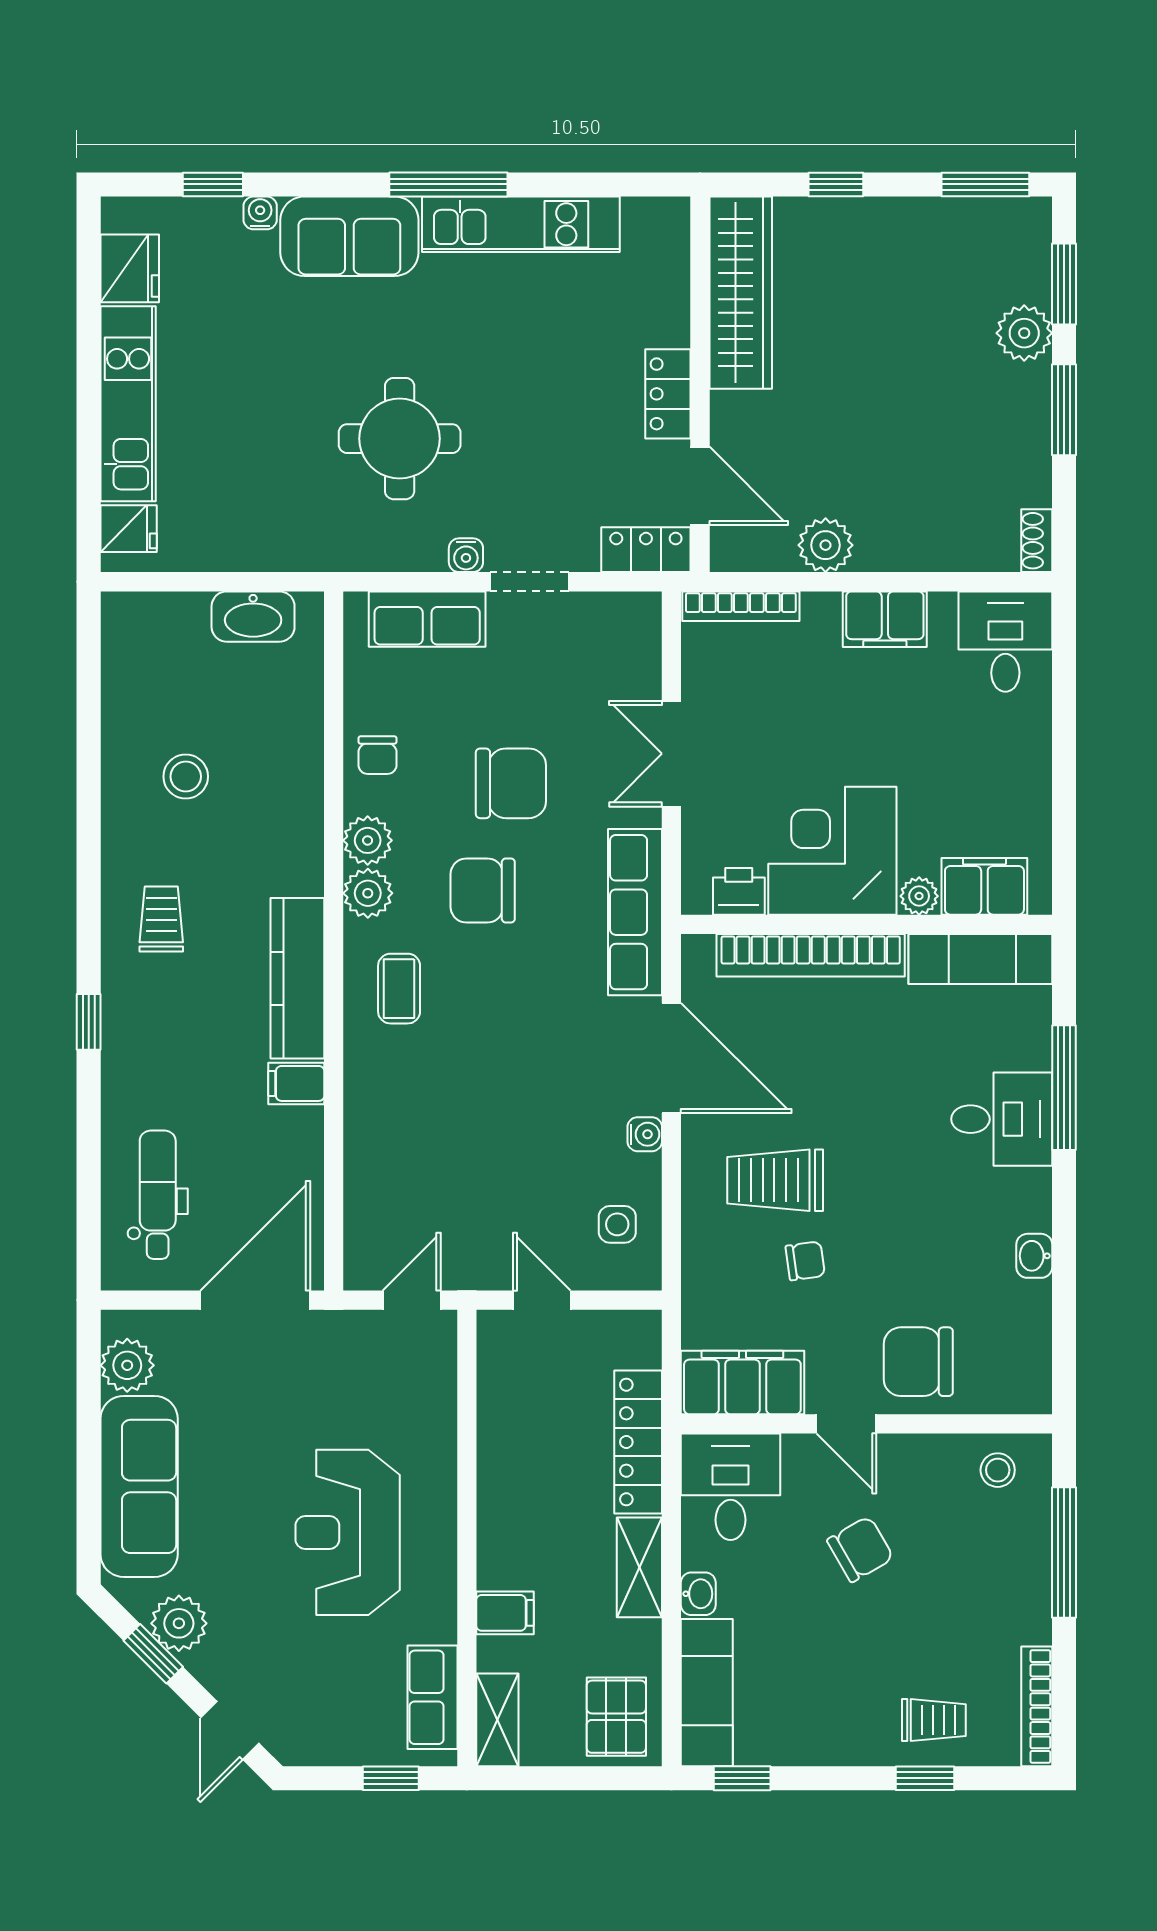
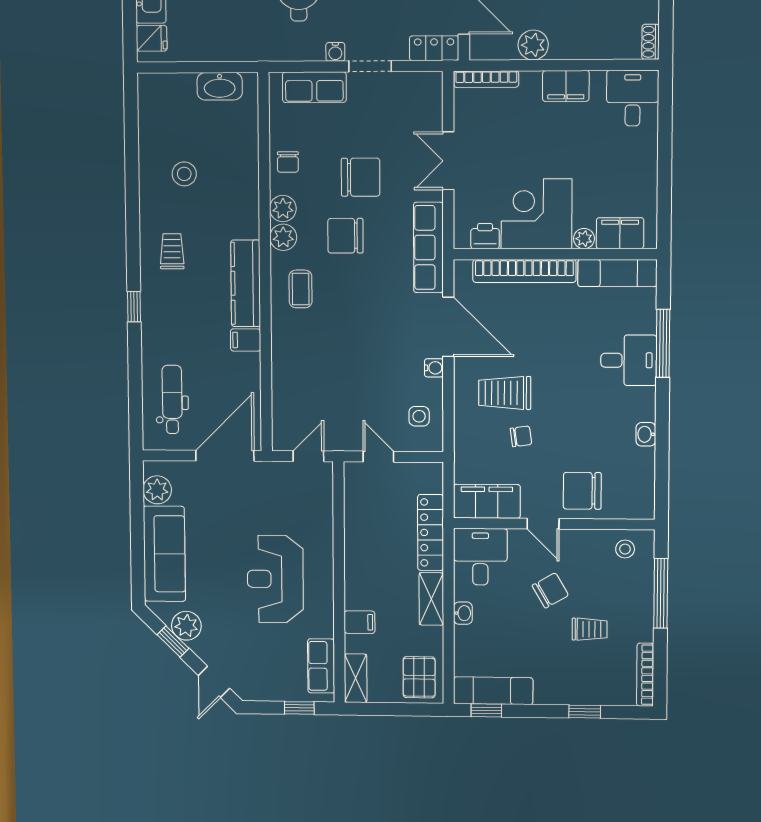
exam couch: (707, 1693) -> (493, 691), moved, turned -90
trolley: (934, 1720) -> (590, 629), moved

